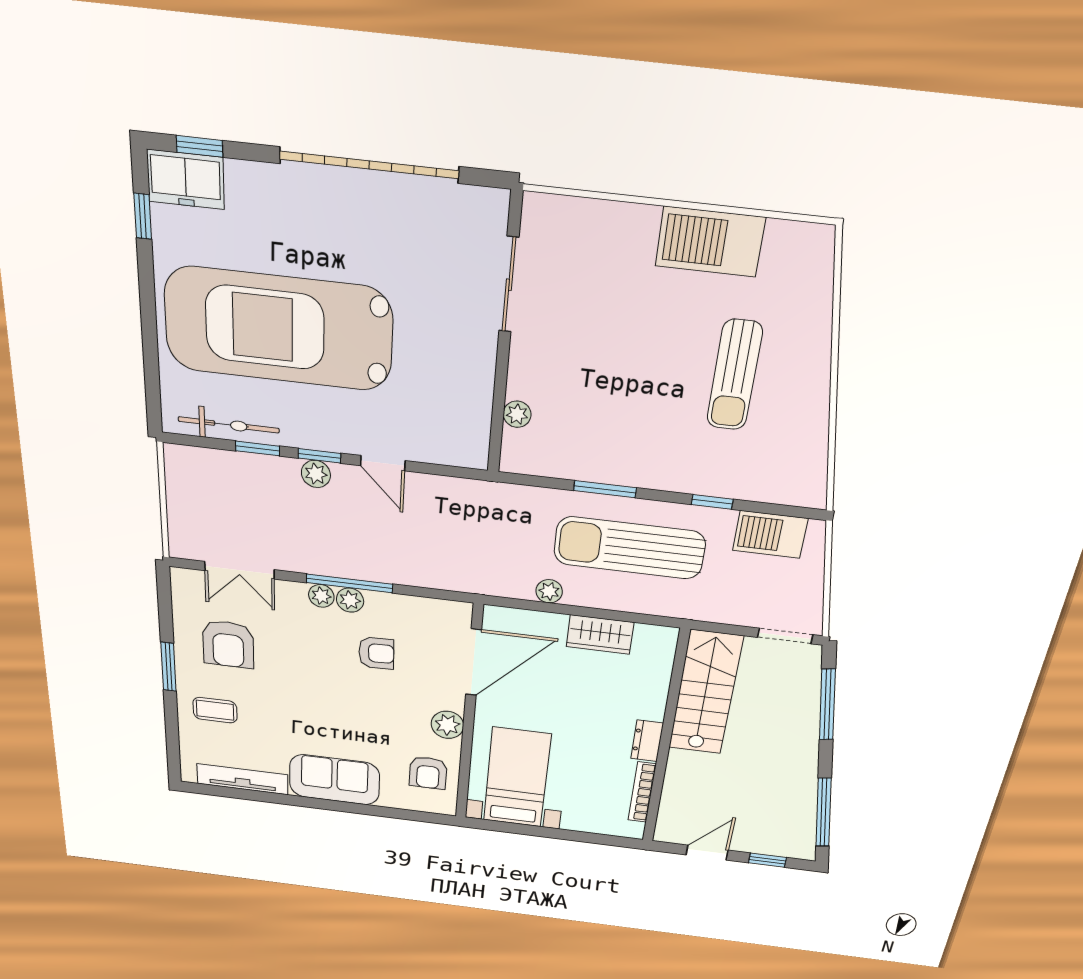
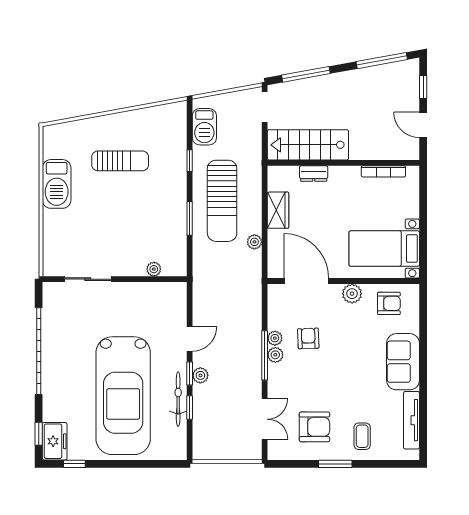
bicycle: (229, 425) -> (178, 399), moved
plant: (321, 596) -> (275, 338), moved
dresser: (647, 741) -> (314, 174), moved

